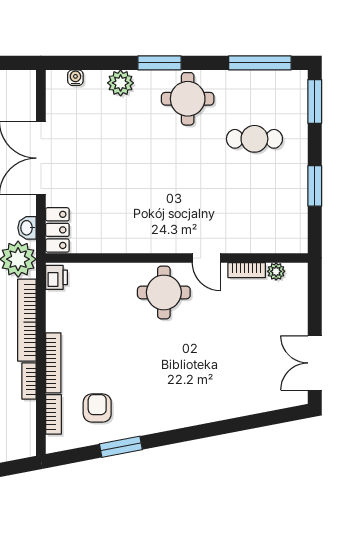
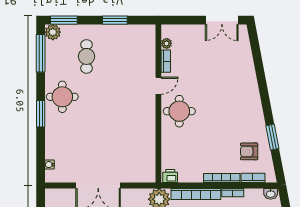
plant: (121, 83) -> (53, 32), moved
washbasin: (27, 228) -> (271, 194), moved
locker: (57, 230) -> (141, 176), removed

